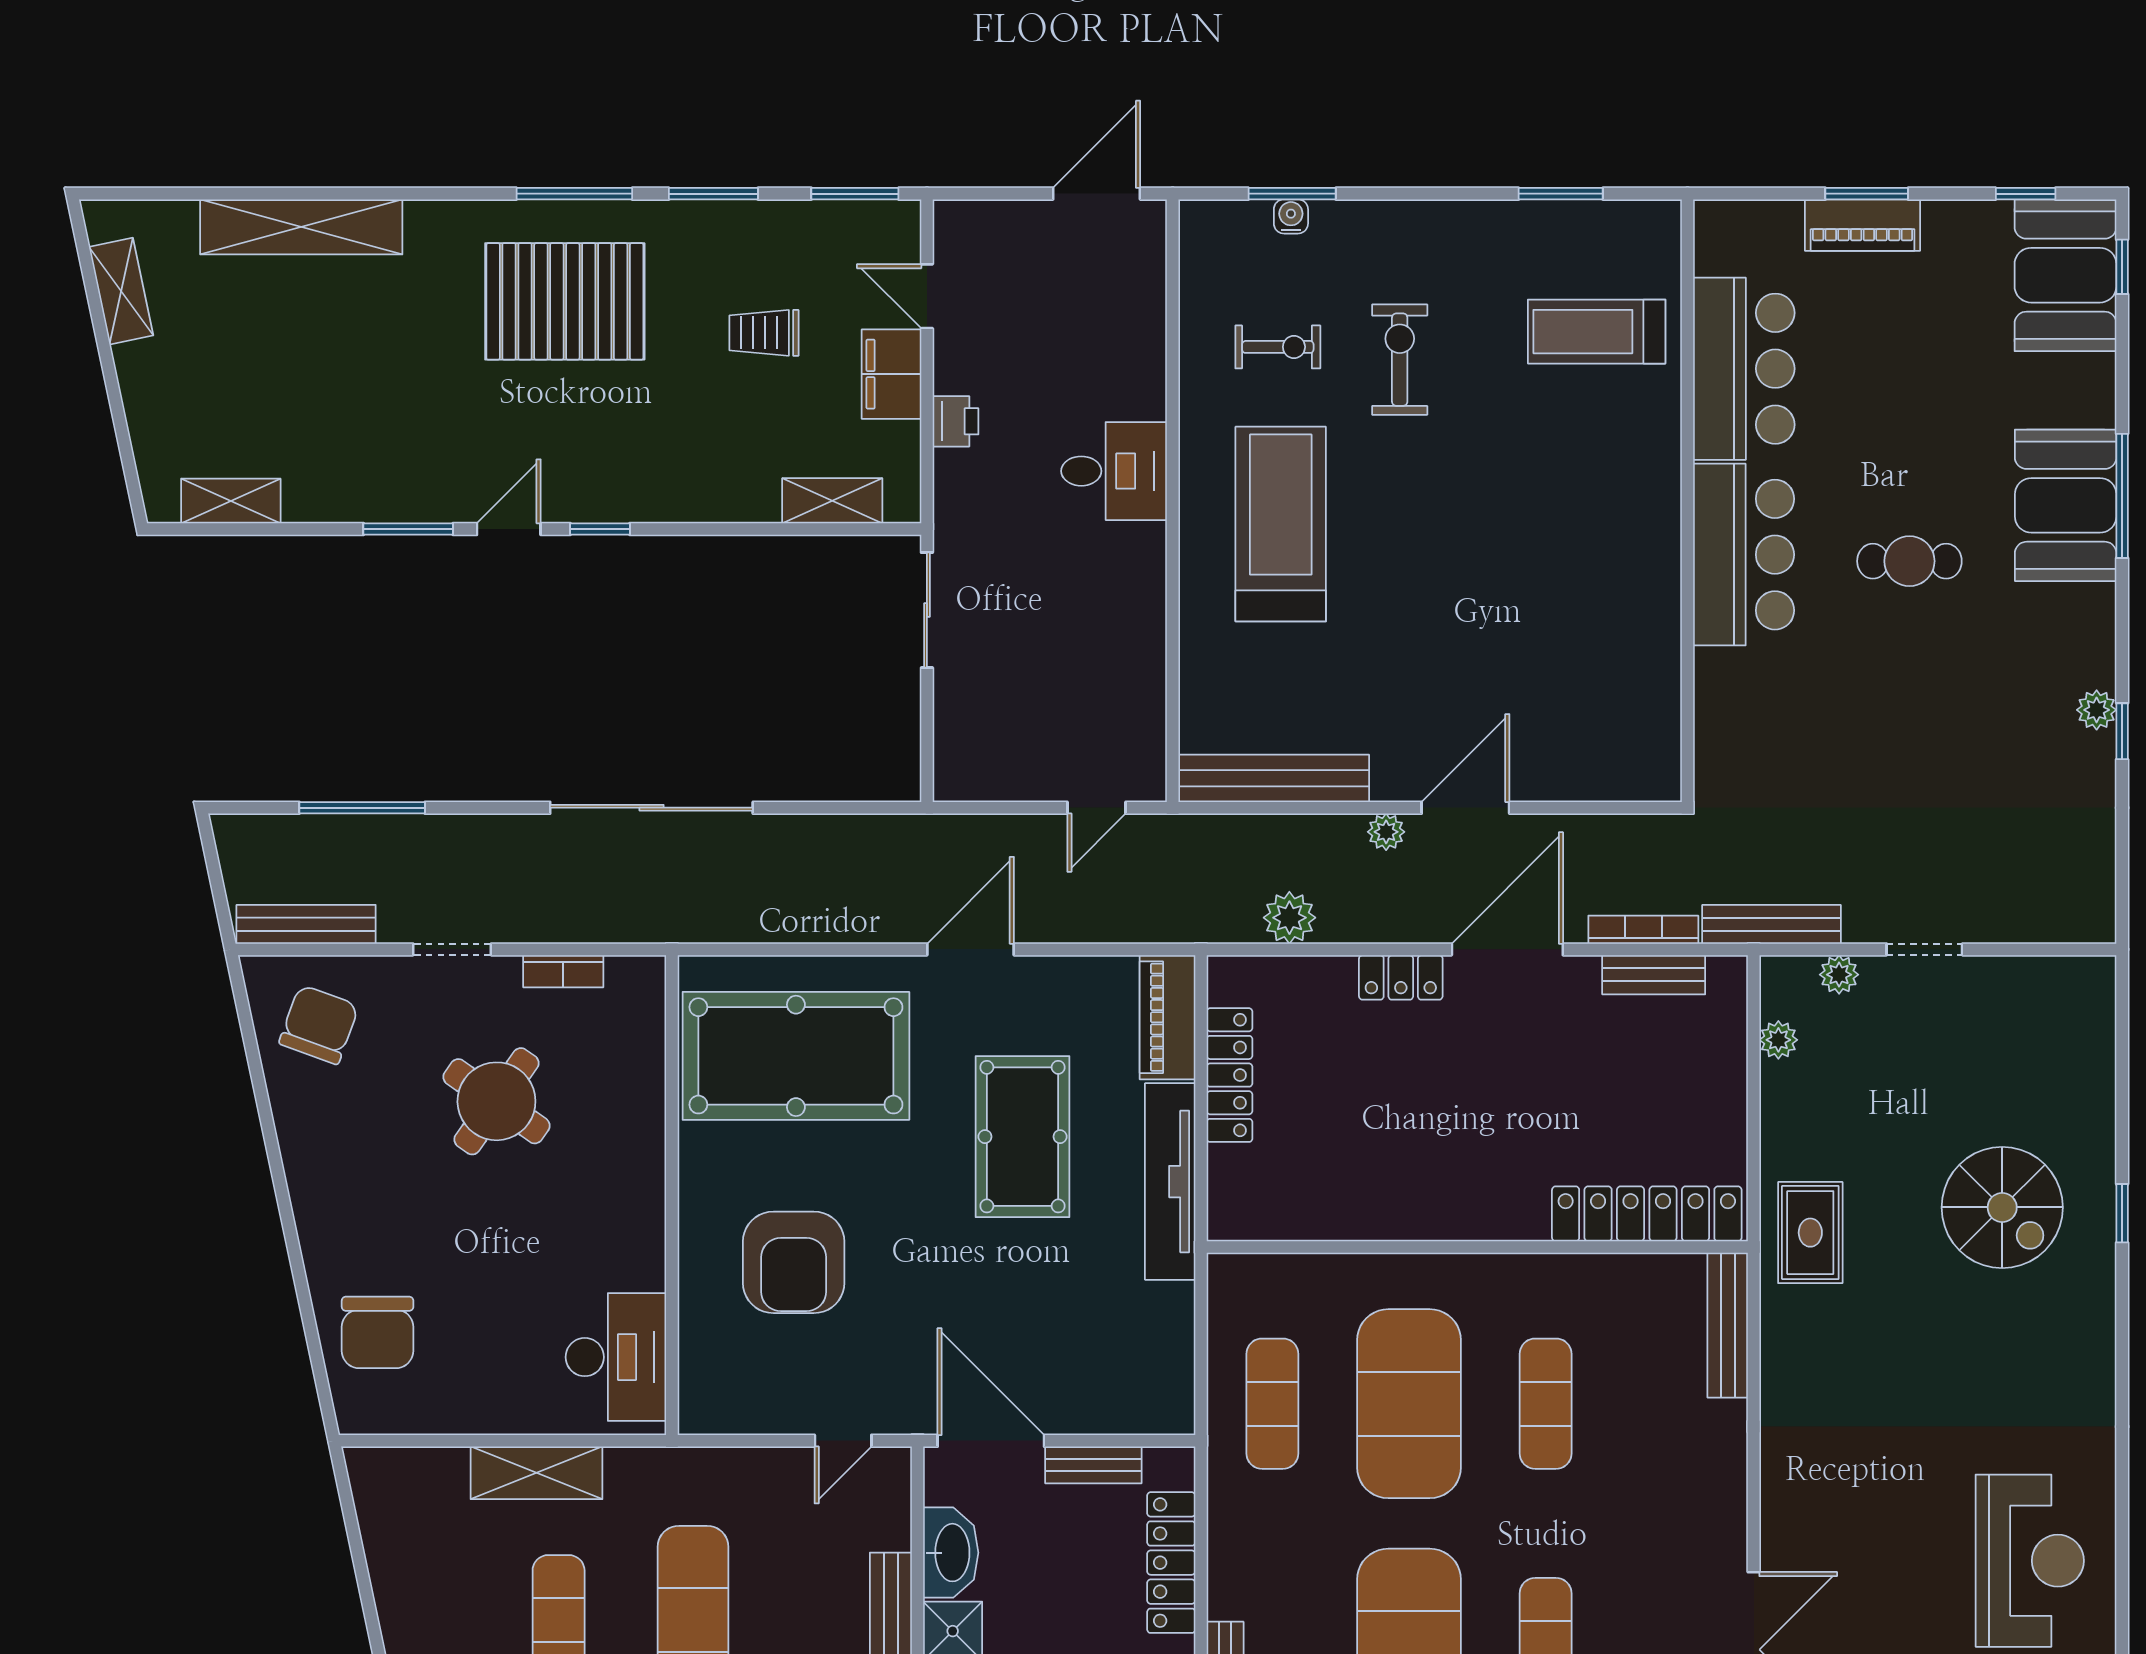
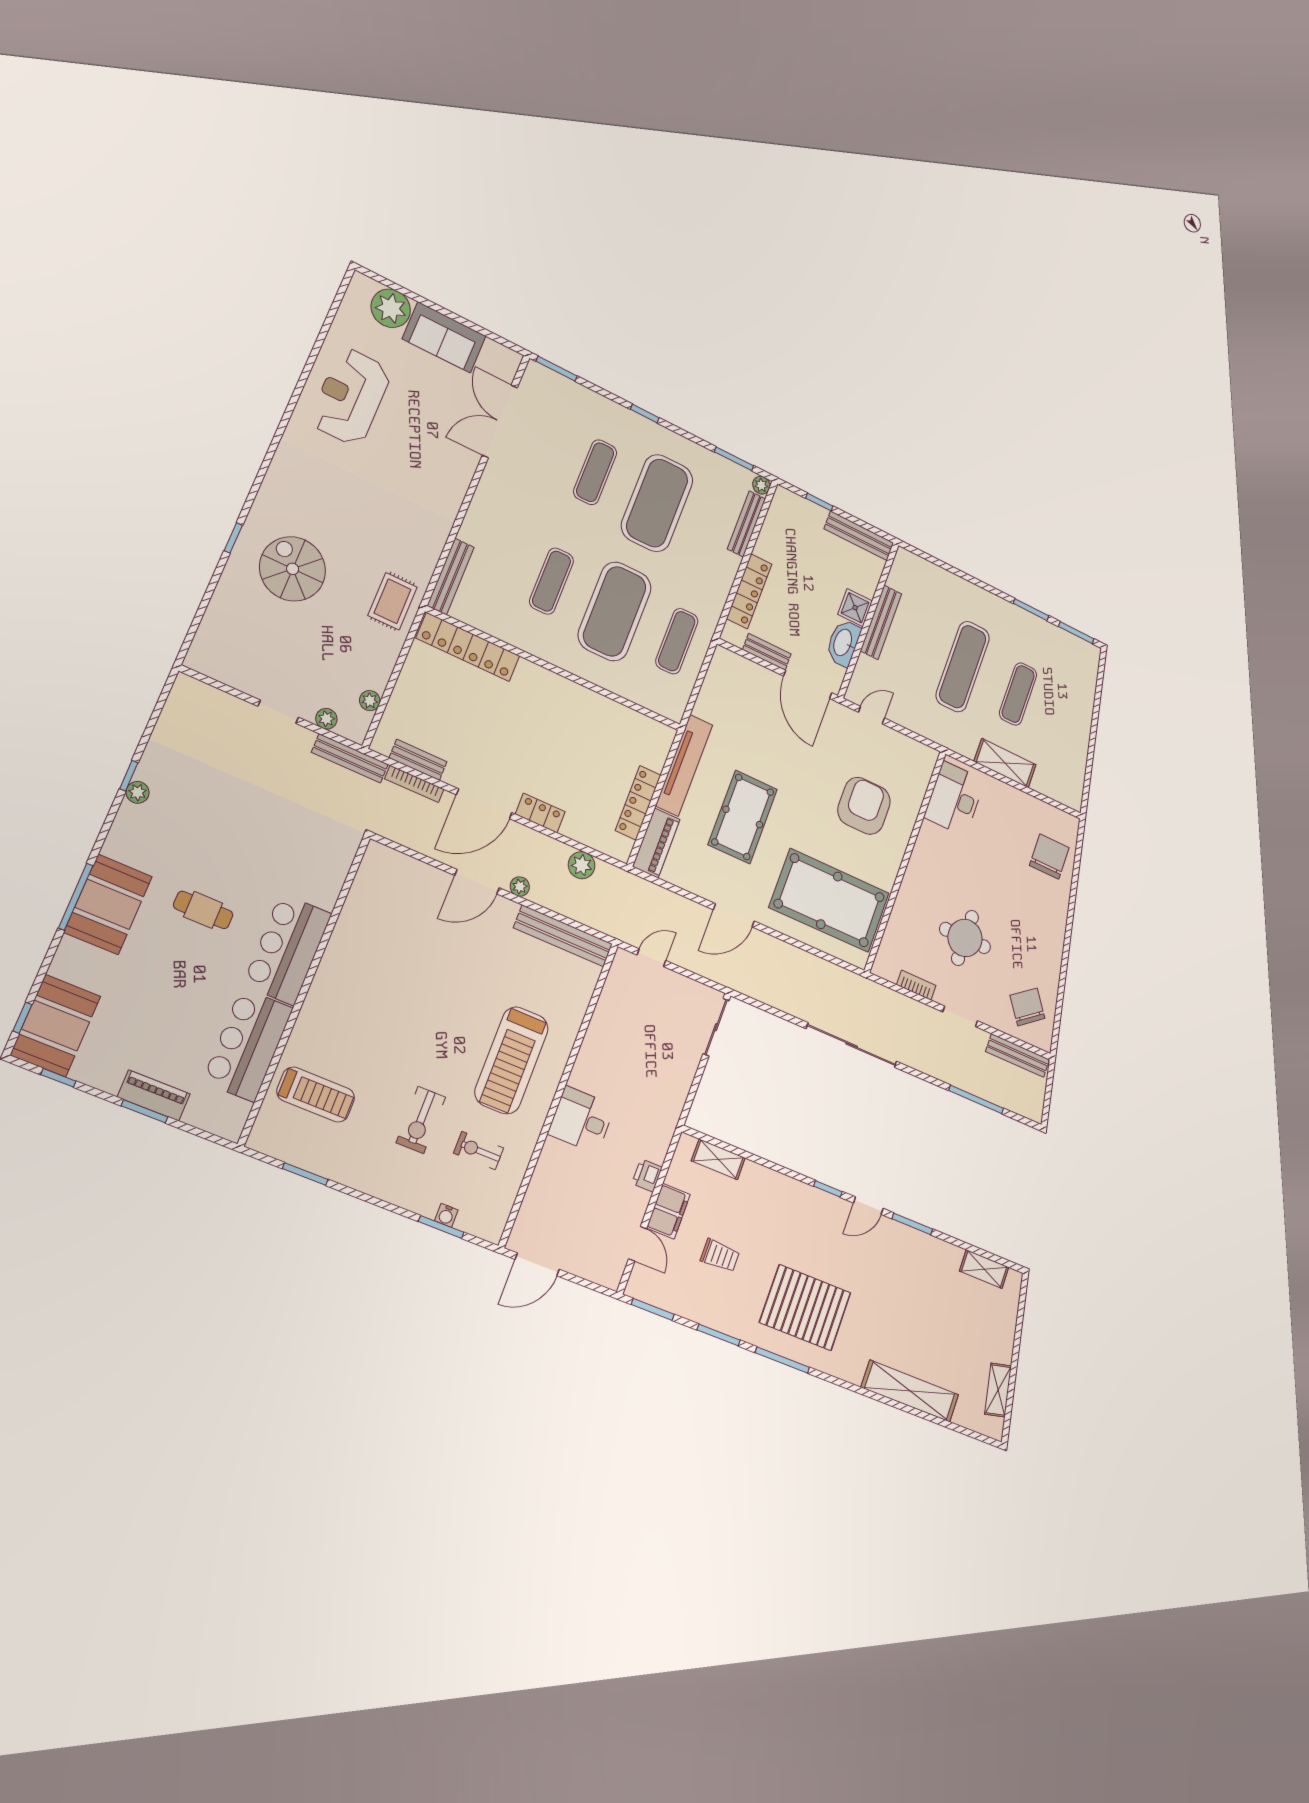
sliding door: (927, 610) -> (716, 1027), moved
chair: (319, 1025) -> (1027, 1007), turned 124
round table: (496, 1101) -> (965, 938), turned -35

